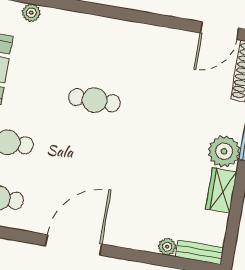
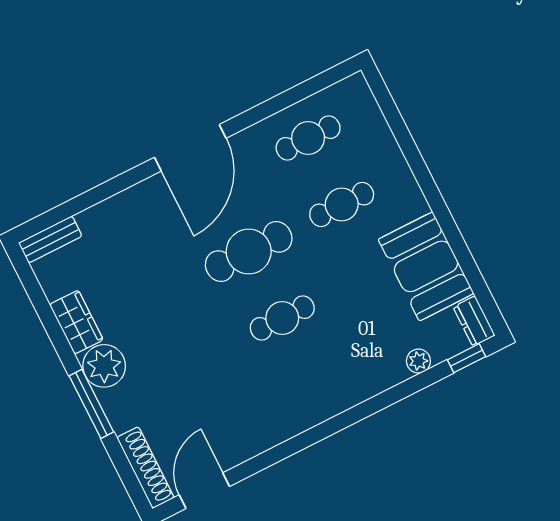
cafe table: (85, 156) -> (249, 251), added
plant: (167, 247) -> (89, 220), removed

